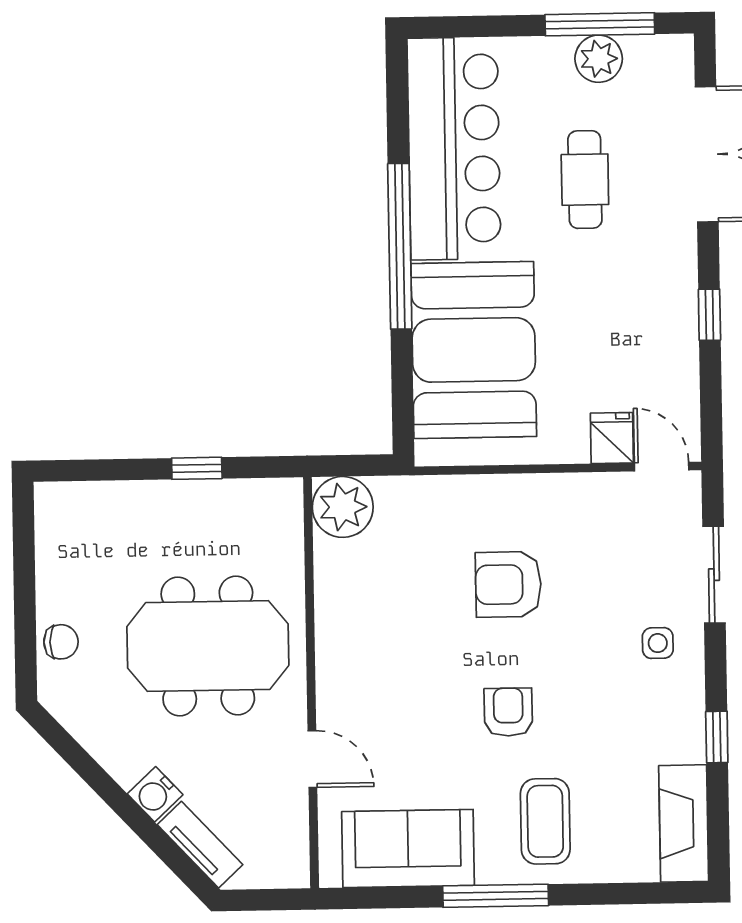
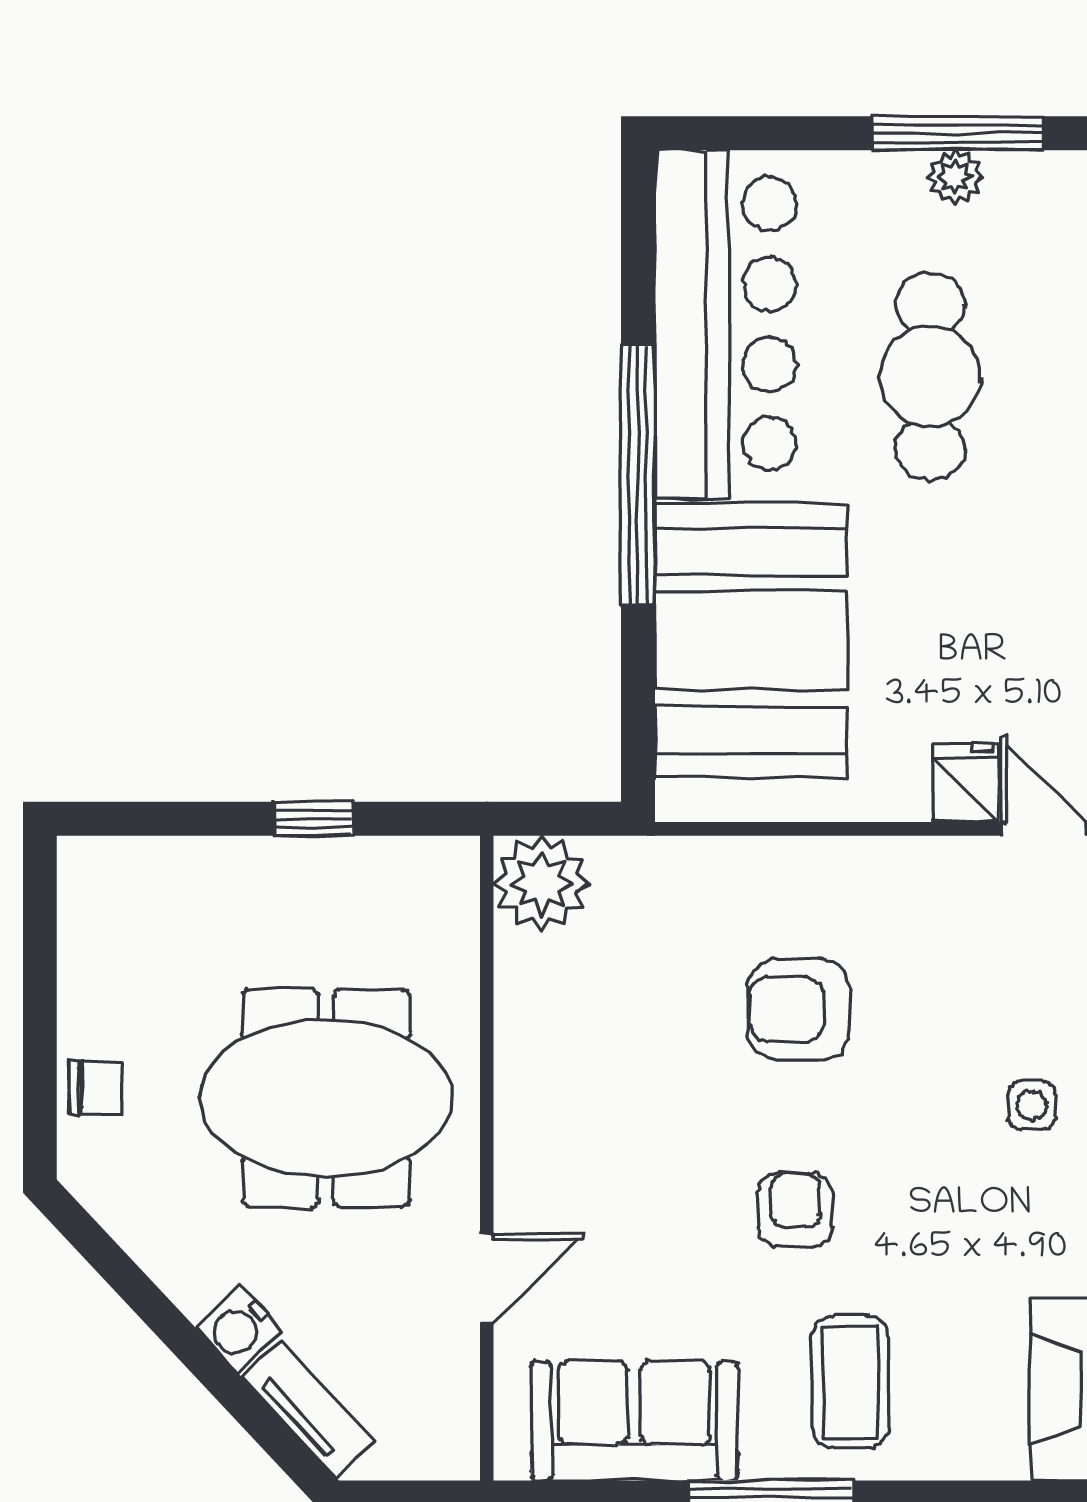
plant: (599, 59) -> (955, 177), width x0.73, depth x0.73
cafe table: (585, 180) -> (930, 376), width x1.37, depth x1.35
door: (312, 759) -> (487, 1278), hinge flipped

